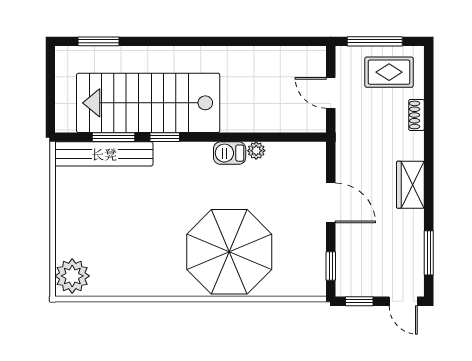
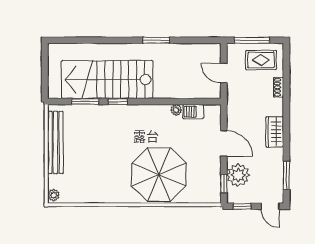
window: (98, 41) -> (156, 40), moved
barbecue: (230, 153) -> (193, 112), moved
bench: (104, 154) -> (56, 142), moved, turned 90
plant: (353, 253) -> (238, 175), added
plant: (72, 276) -> (54, 195), width x0.53, depth x0.53

